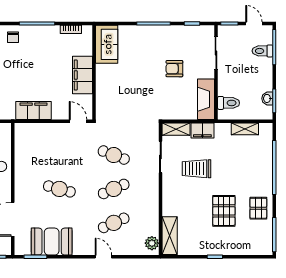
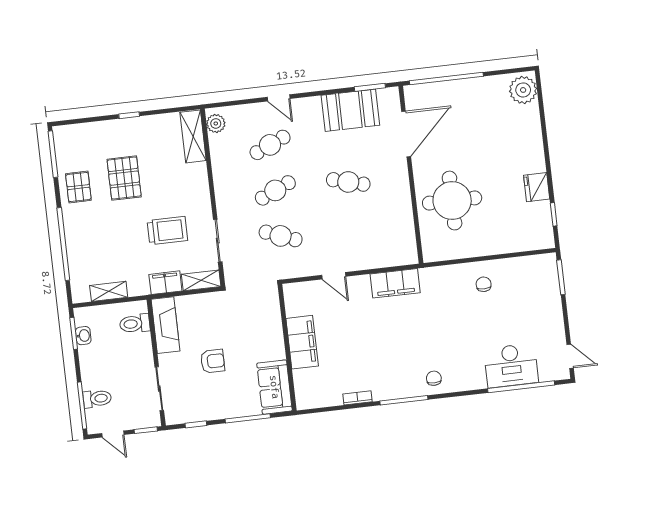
sofa: (107, 44) -> (274, 387), moved
wall: (94, 72) -> (287, 347), moved
filing cabinet: (83, 75) -> (302, 342), moved

